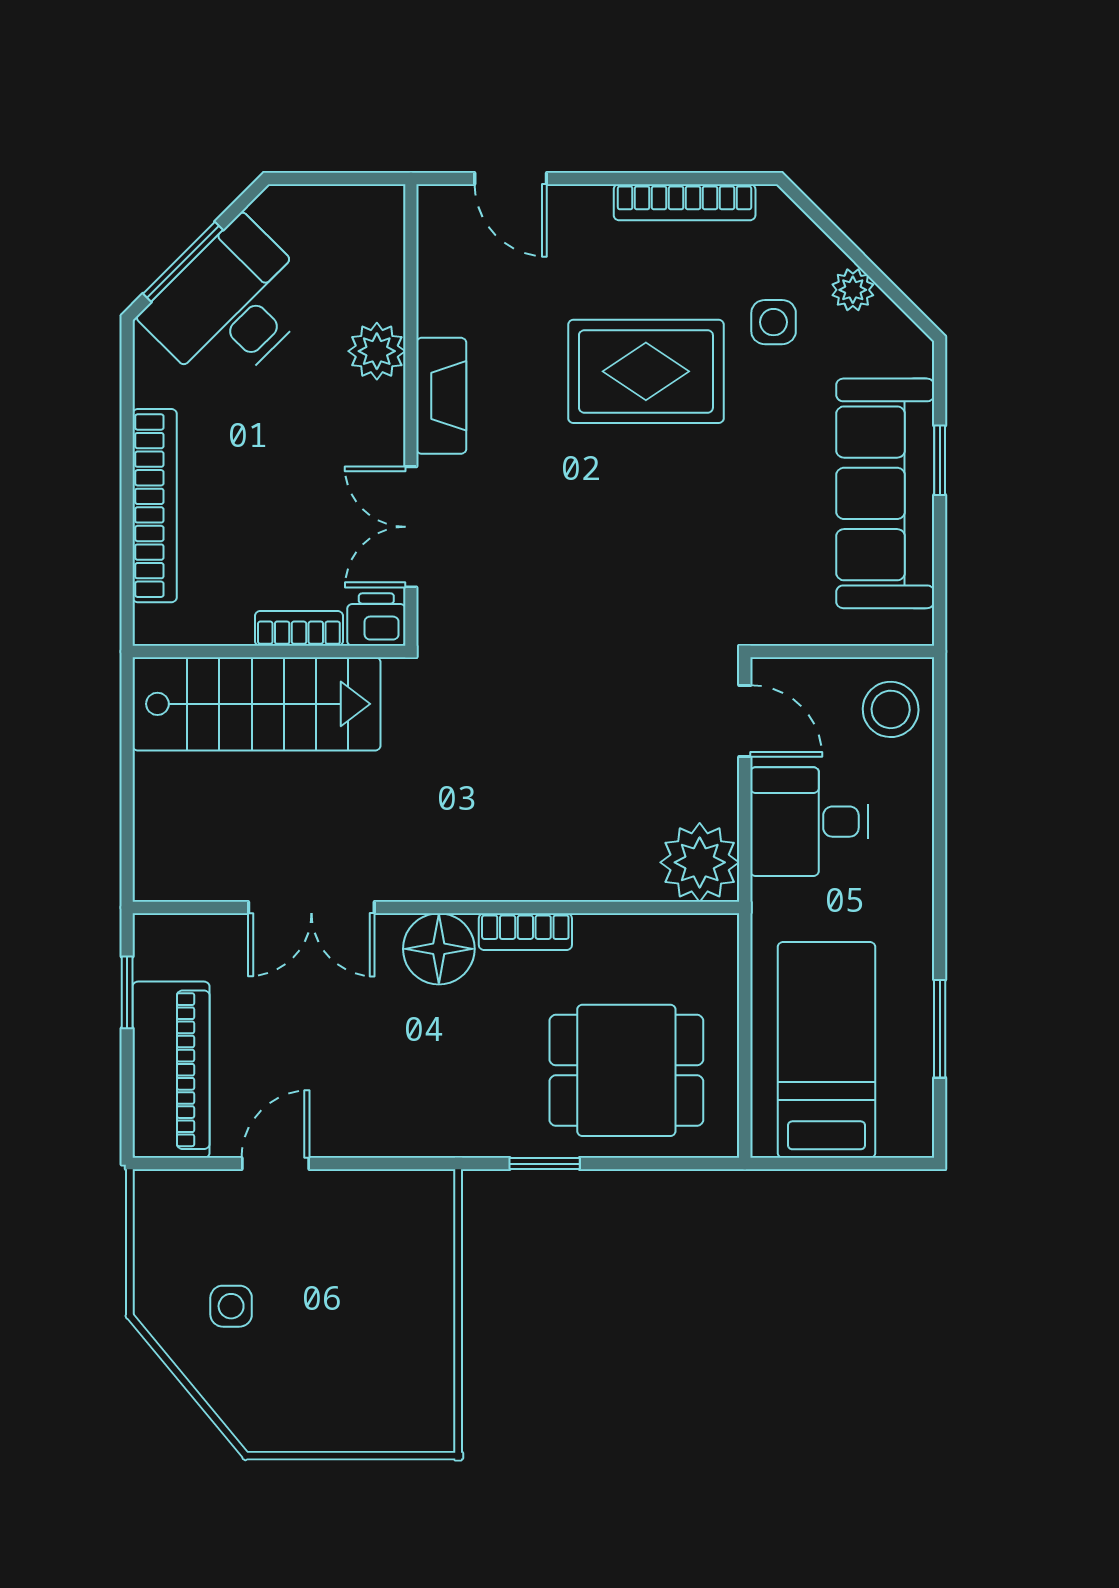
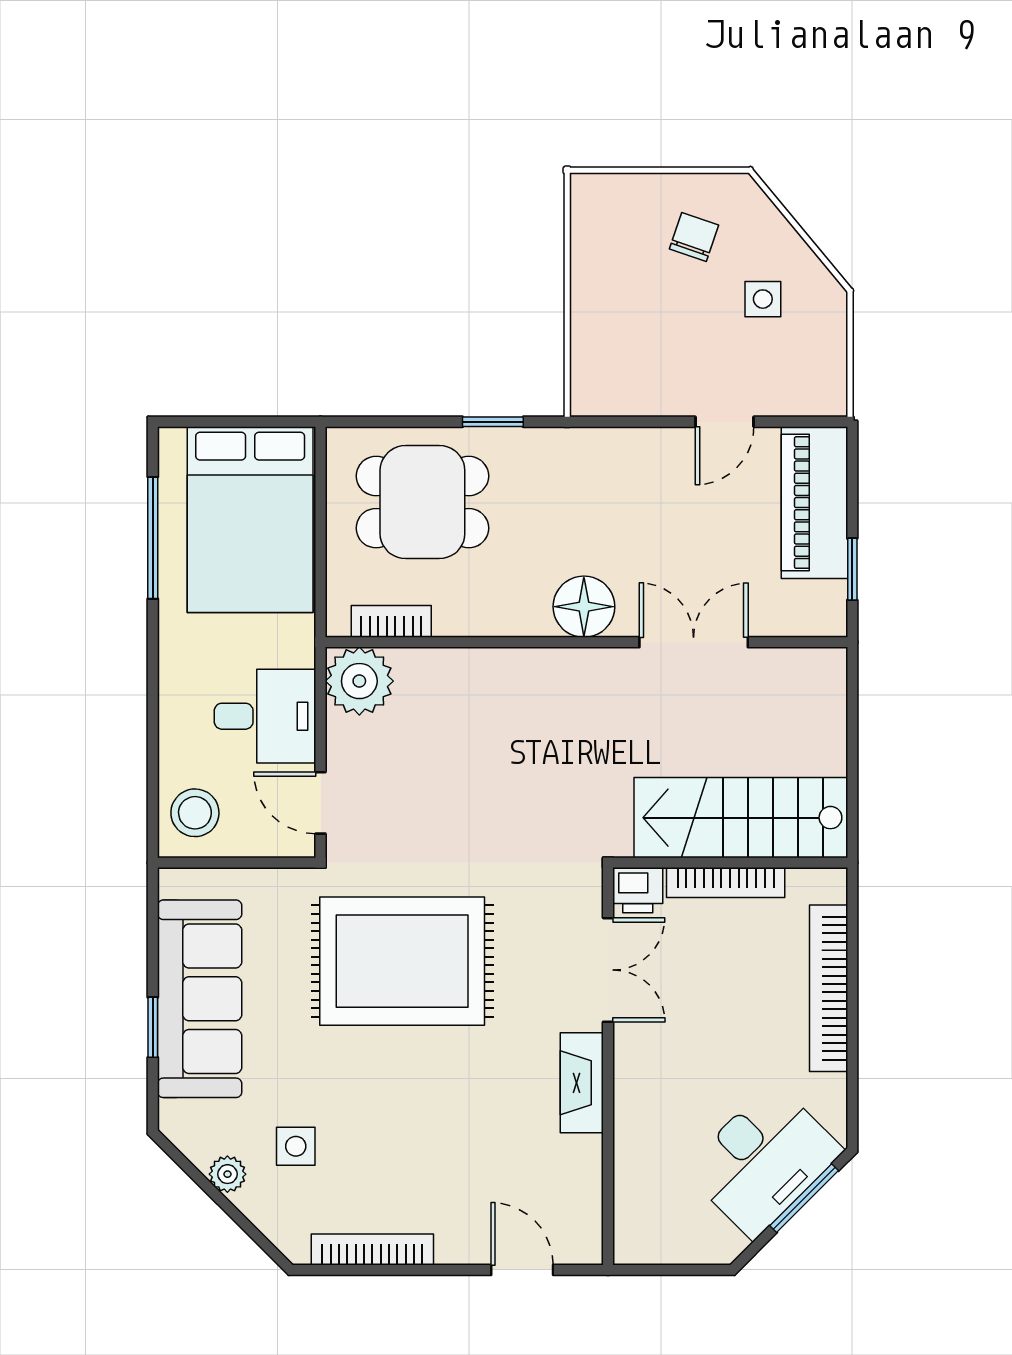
plant: (377, 351) -> (637, 1121), removed
rug: (646, 371) -> (402, 961), moved, width x1.37, depth x1.44
bookcase: (299, 628) -> (726, 882), width x1.56
bookcase: (525, 932) -> (391, 621), moved
window: (940, 1029) -> (153, 538), width x1.44
bed: (827, 1050) -> (250, 520), width x1.50
chair: (311, 1378) -> (694, 237), added

